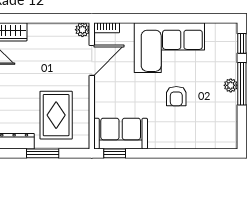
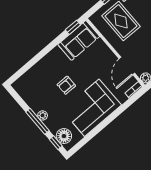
floor lamp: (227, 43) -> (64, 136), added
armchair: (176, 96) -> (66, 85), turned -90

